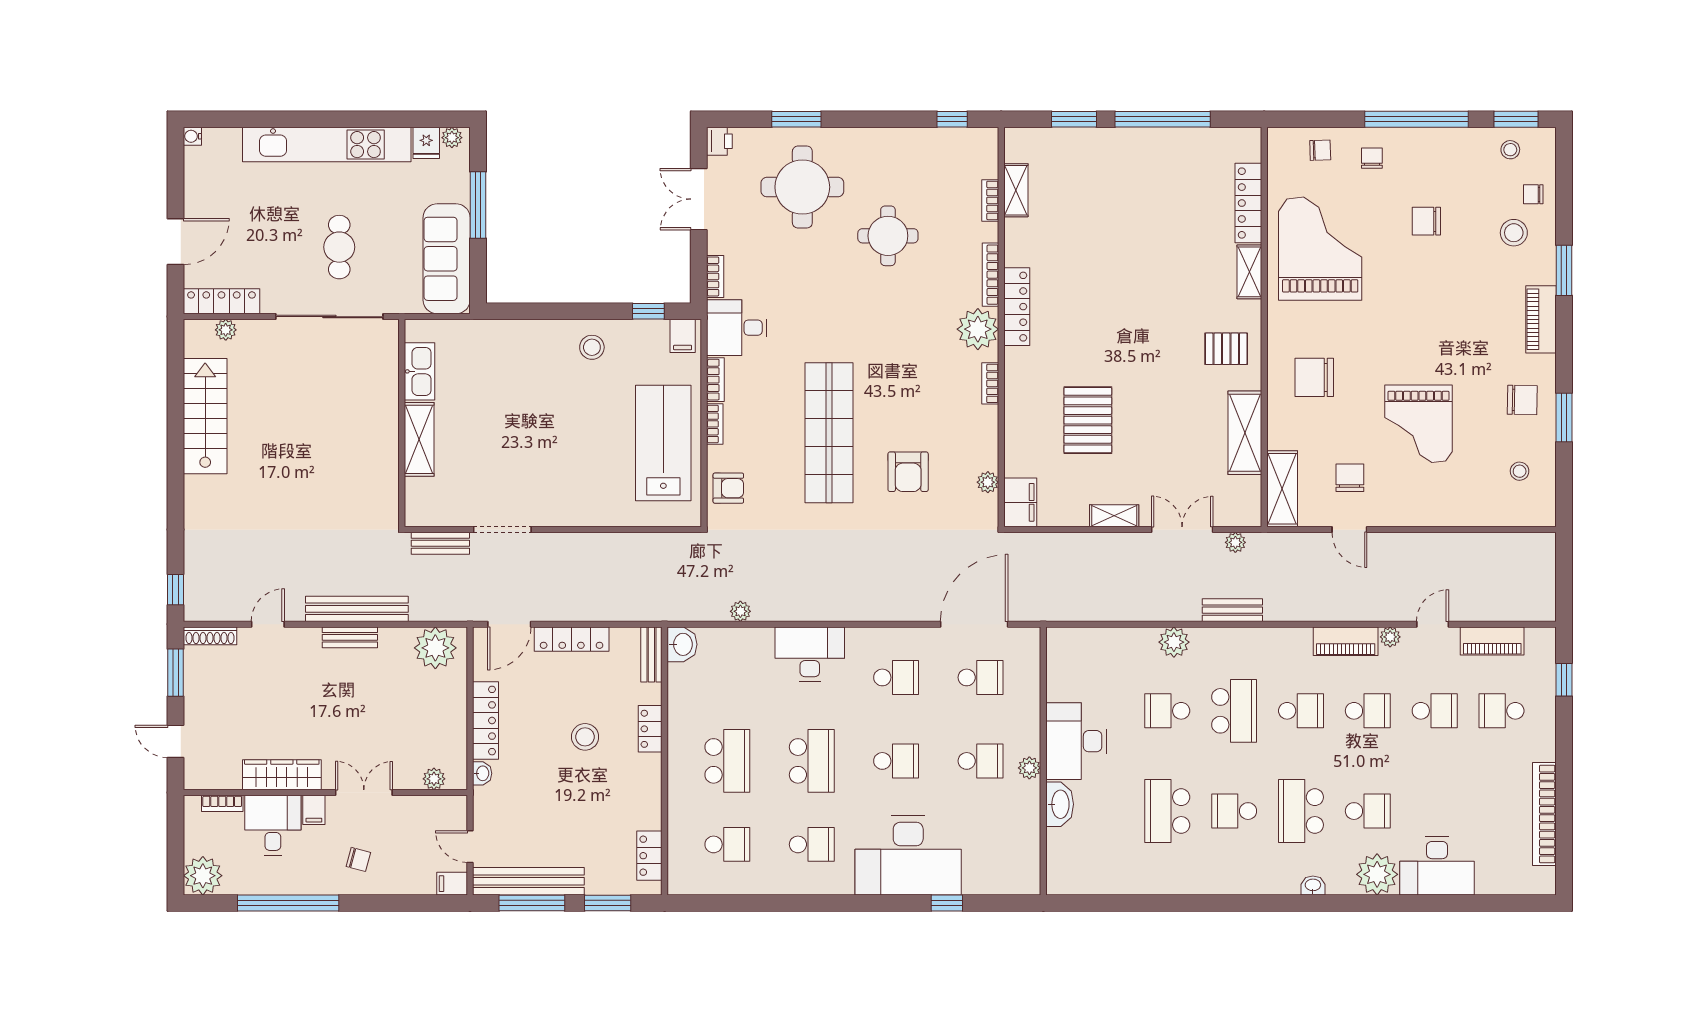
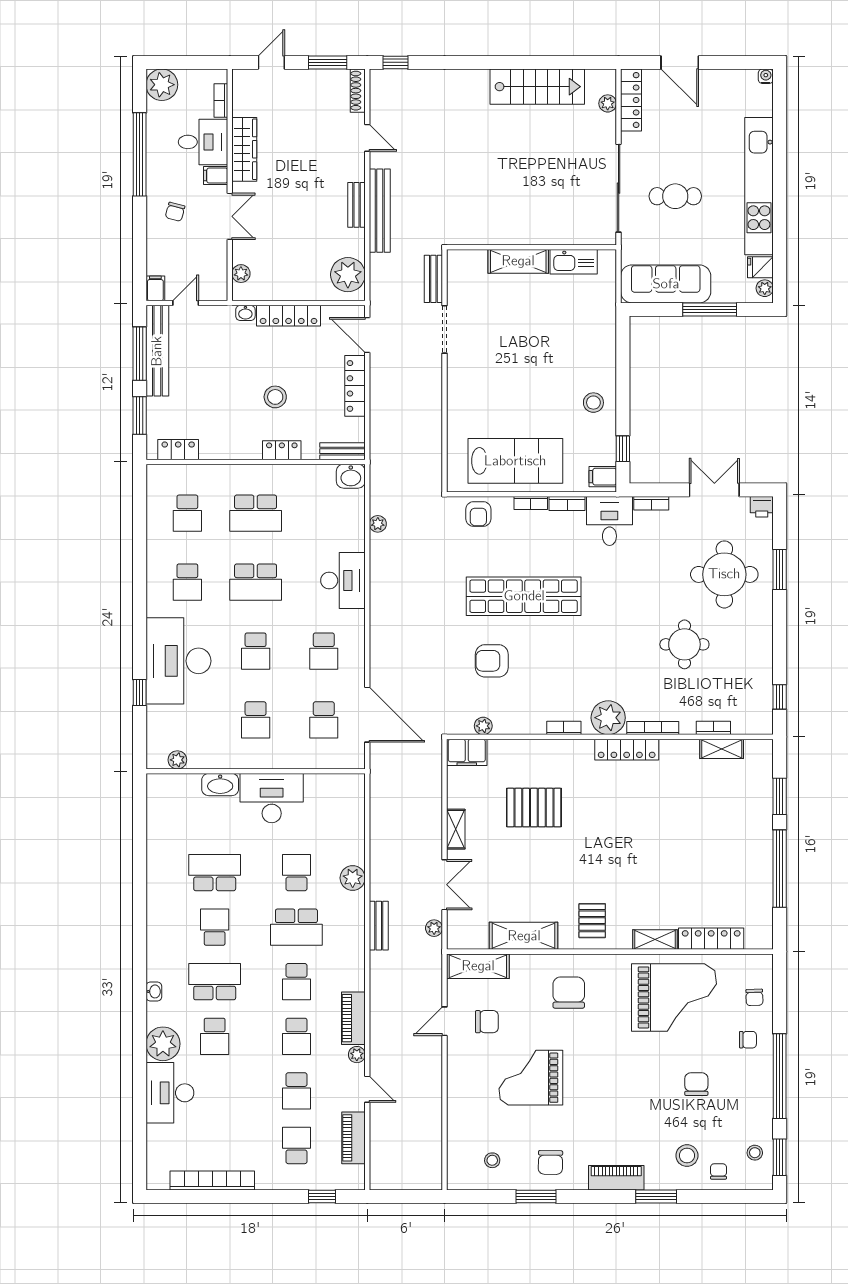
plant: (1029, 768) -> (177, 760), moved

